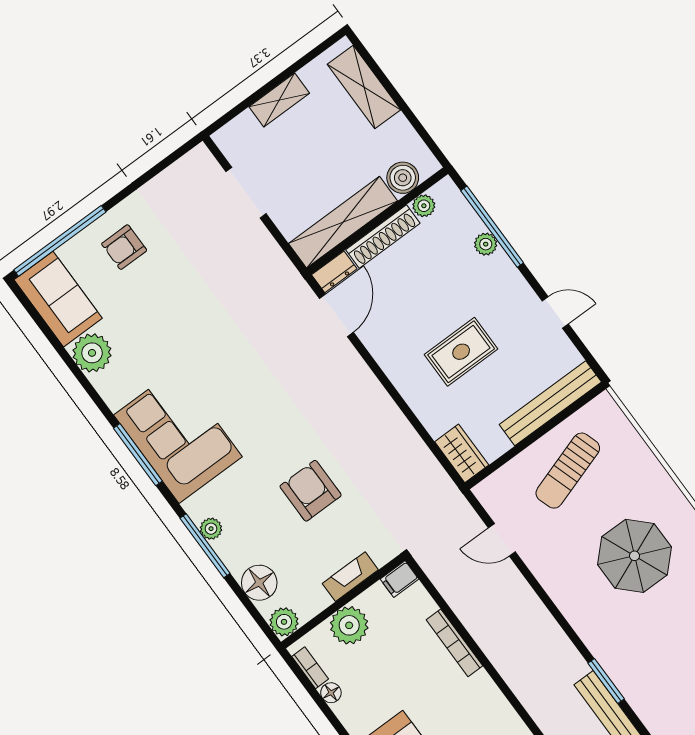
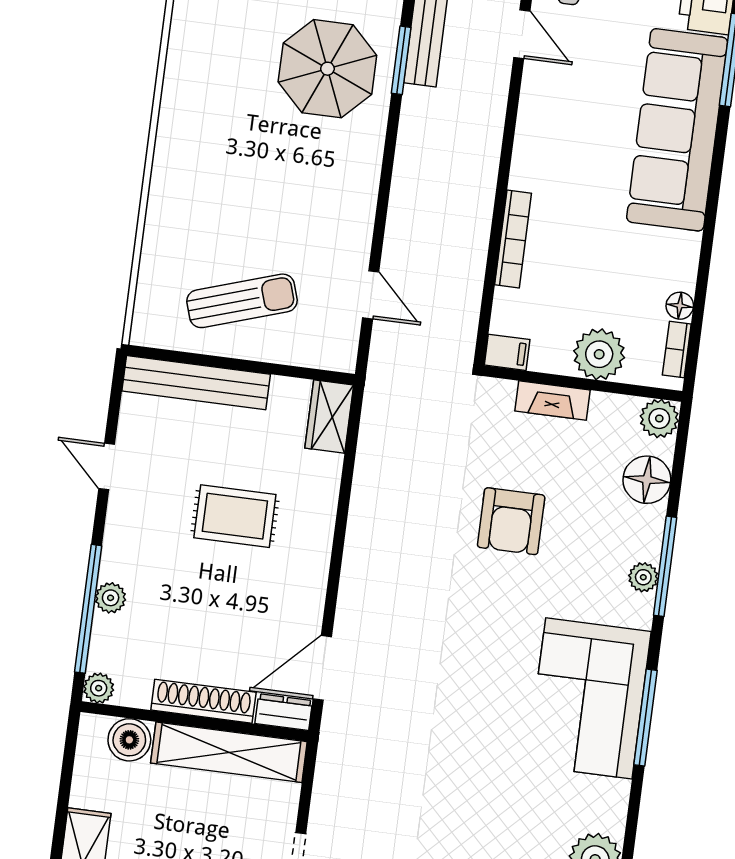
plant: (424, 206) -> (99, 688), moved
parasol: (634, 556) -> (327, 69), moved

